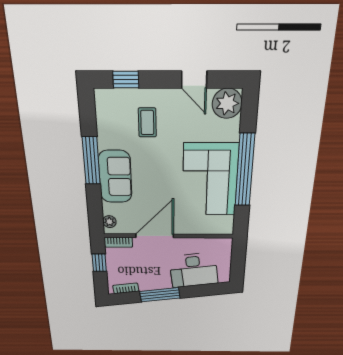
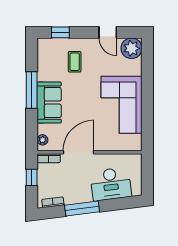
window: (245, 170) -> (147, 97), removed

